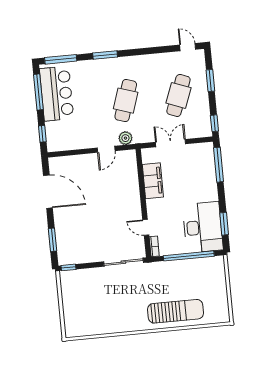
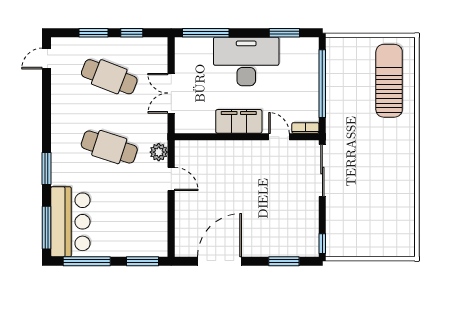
bar counter: (57, 94) -> (70, 222), moved, turned 90
window: (214, 123) -> (132, 33), moved
window: (42, 134) -> (143, 261), width x1.50
filing cabinet: (153, 181) -> (239, 121), moved
door: (146, 227) -> (279, 137), swing flipped
desk: (203, 227) -> (246, 61), moved
sun lounger: (176, 311) -> (389, 81), moved

